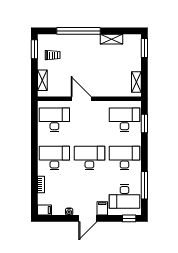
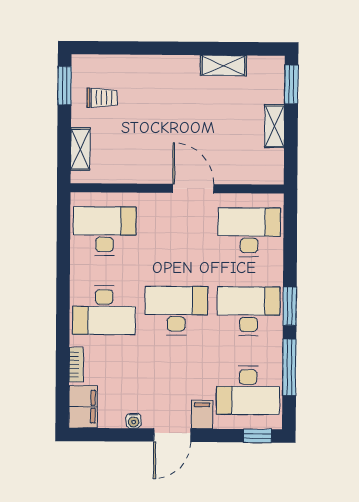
window: (79, 31) -> (156, 48), removed
shelving: (136, 82) -> (275, 126), moved
door: (81, 99) -> (193, 189), moved
window: (144, 124) -> (290, 306), moved
desk: (54, 158) -> (104, 310), turned 180
filing cabinet: (45, 210) -> (83, 407), width x2.00

